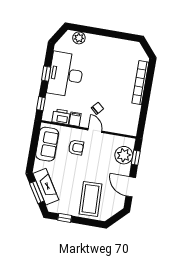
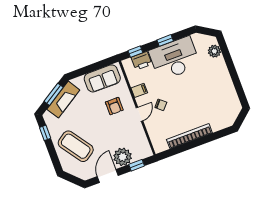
bookcase: (140, 83) -> (189, 136), moved
printer: (61, 117) -> (141, 61), moved, turned 90
plant: (124, 155) -> (123, 157), moved
coffee table: (91, 199) -> (76, 146), turned 57

